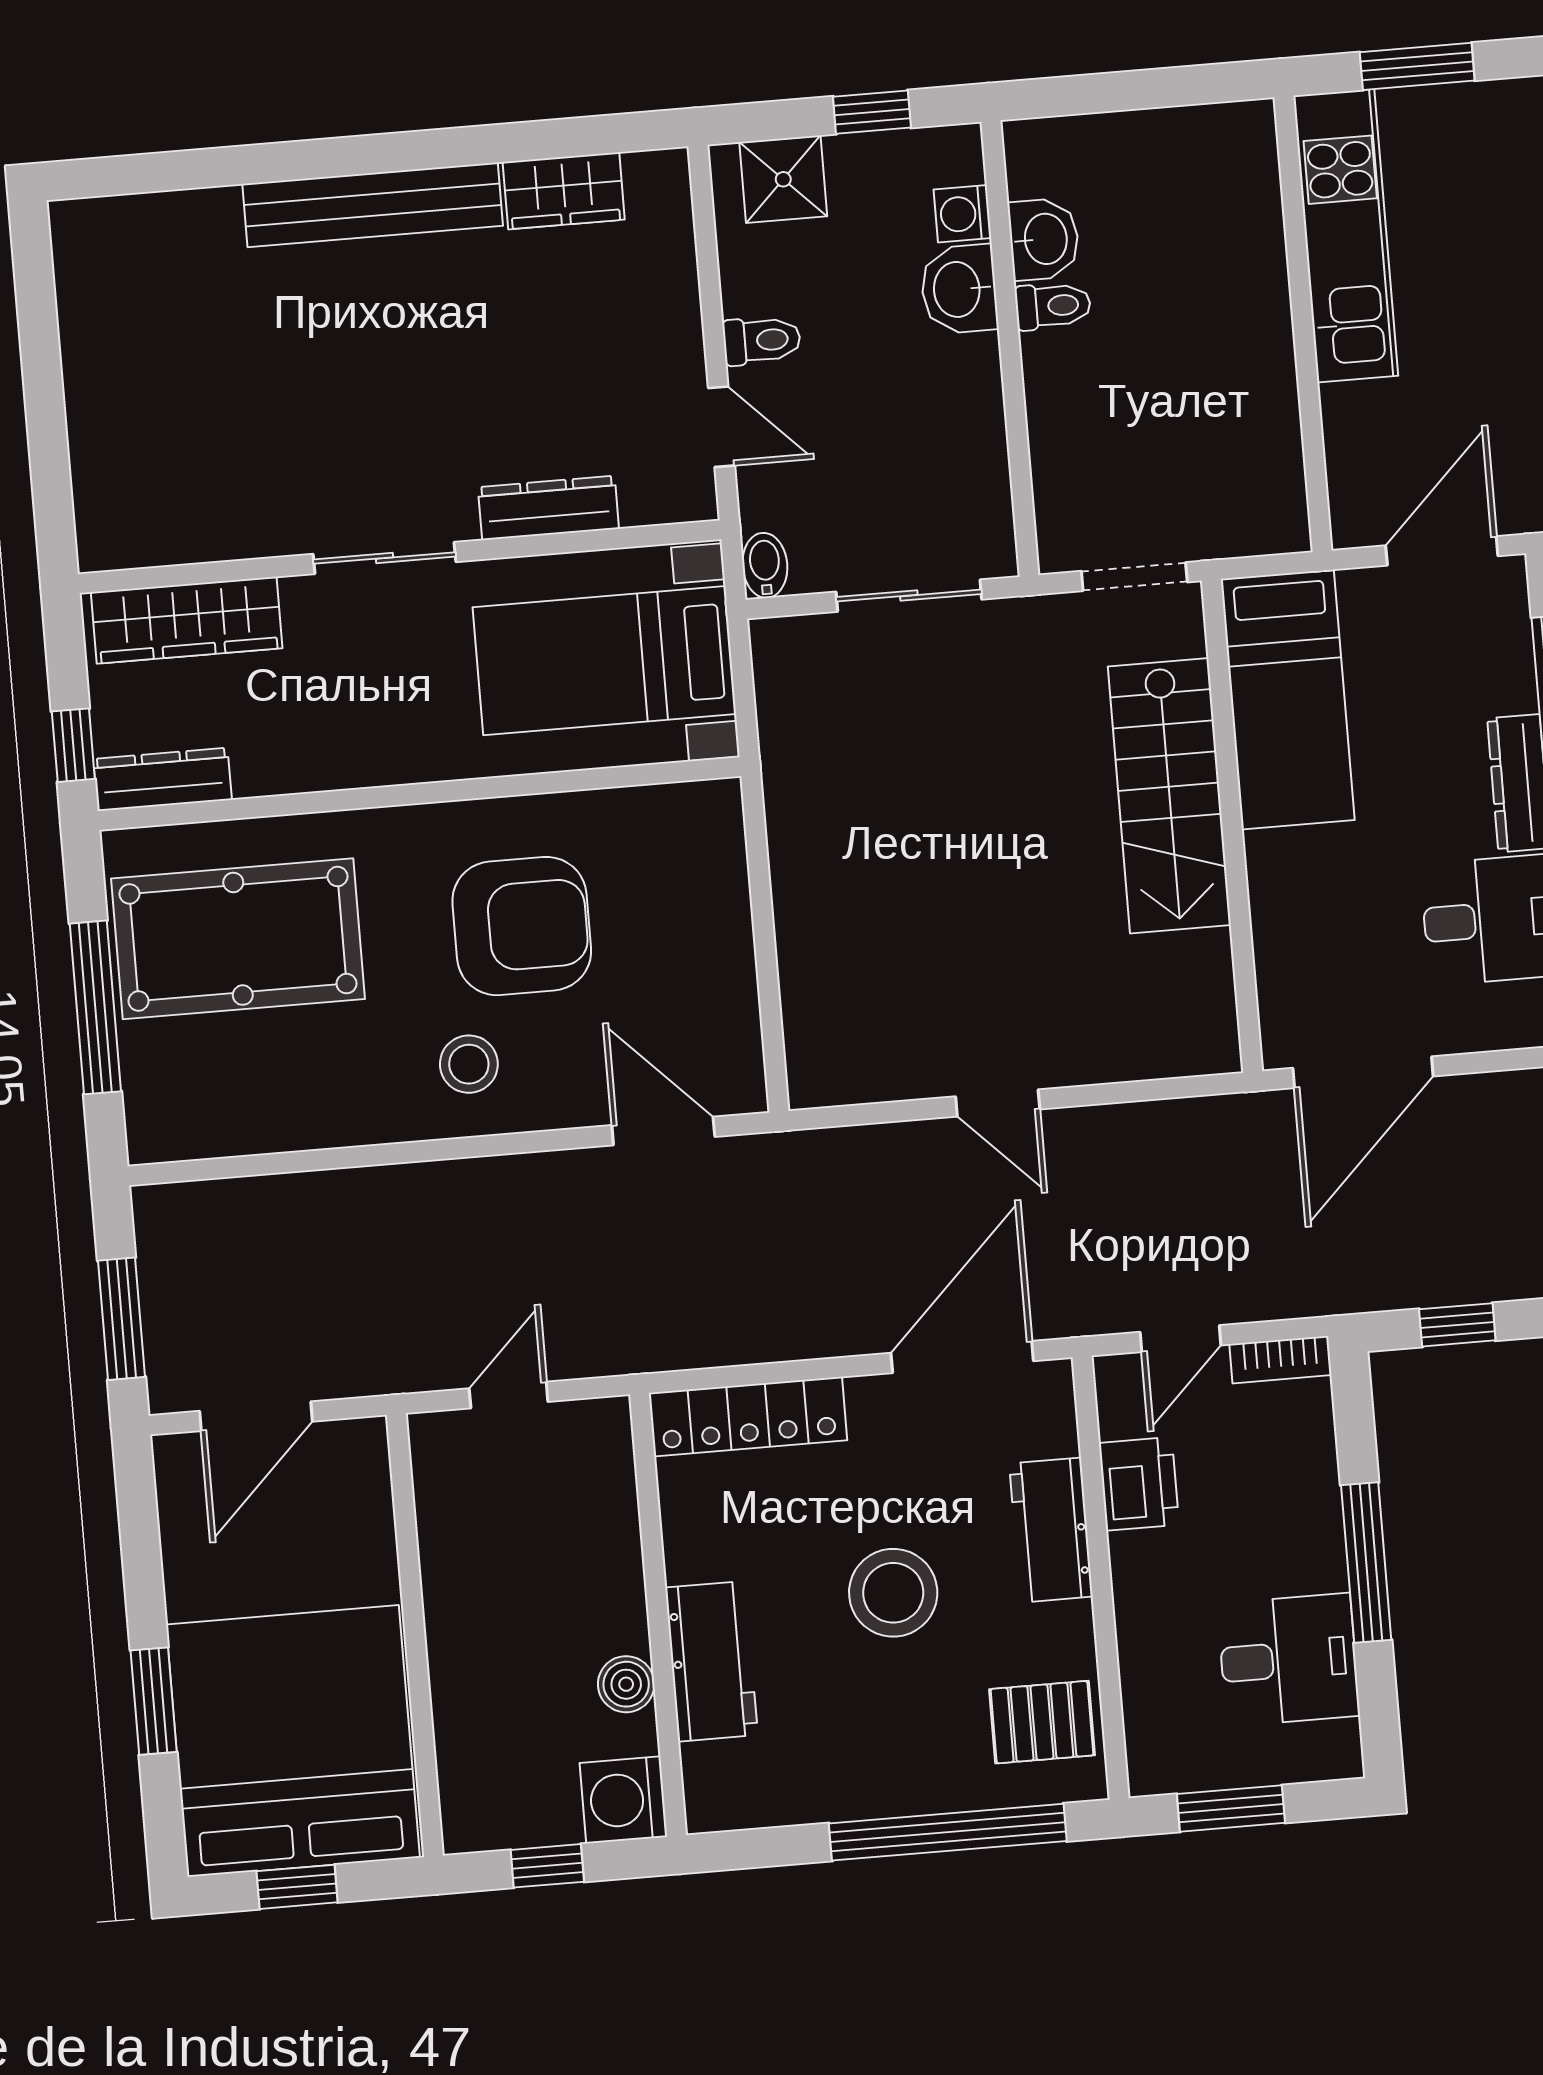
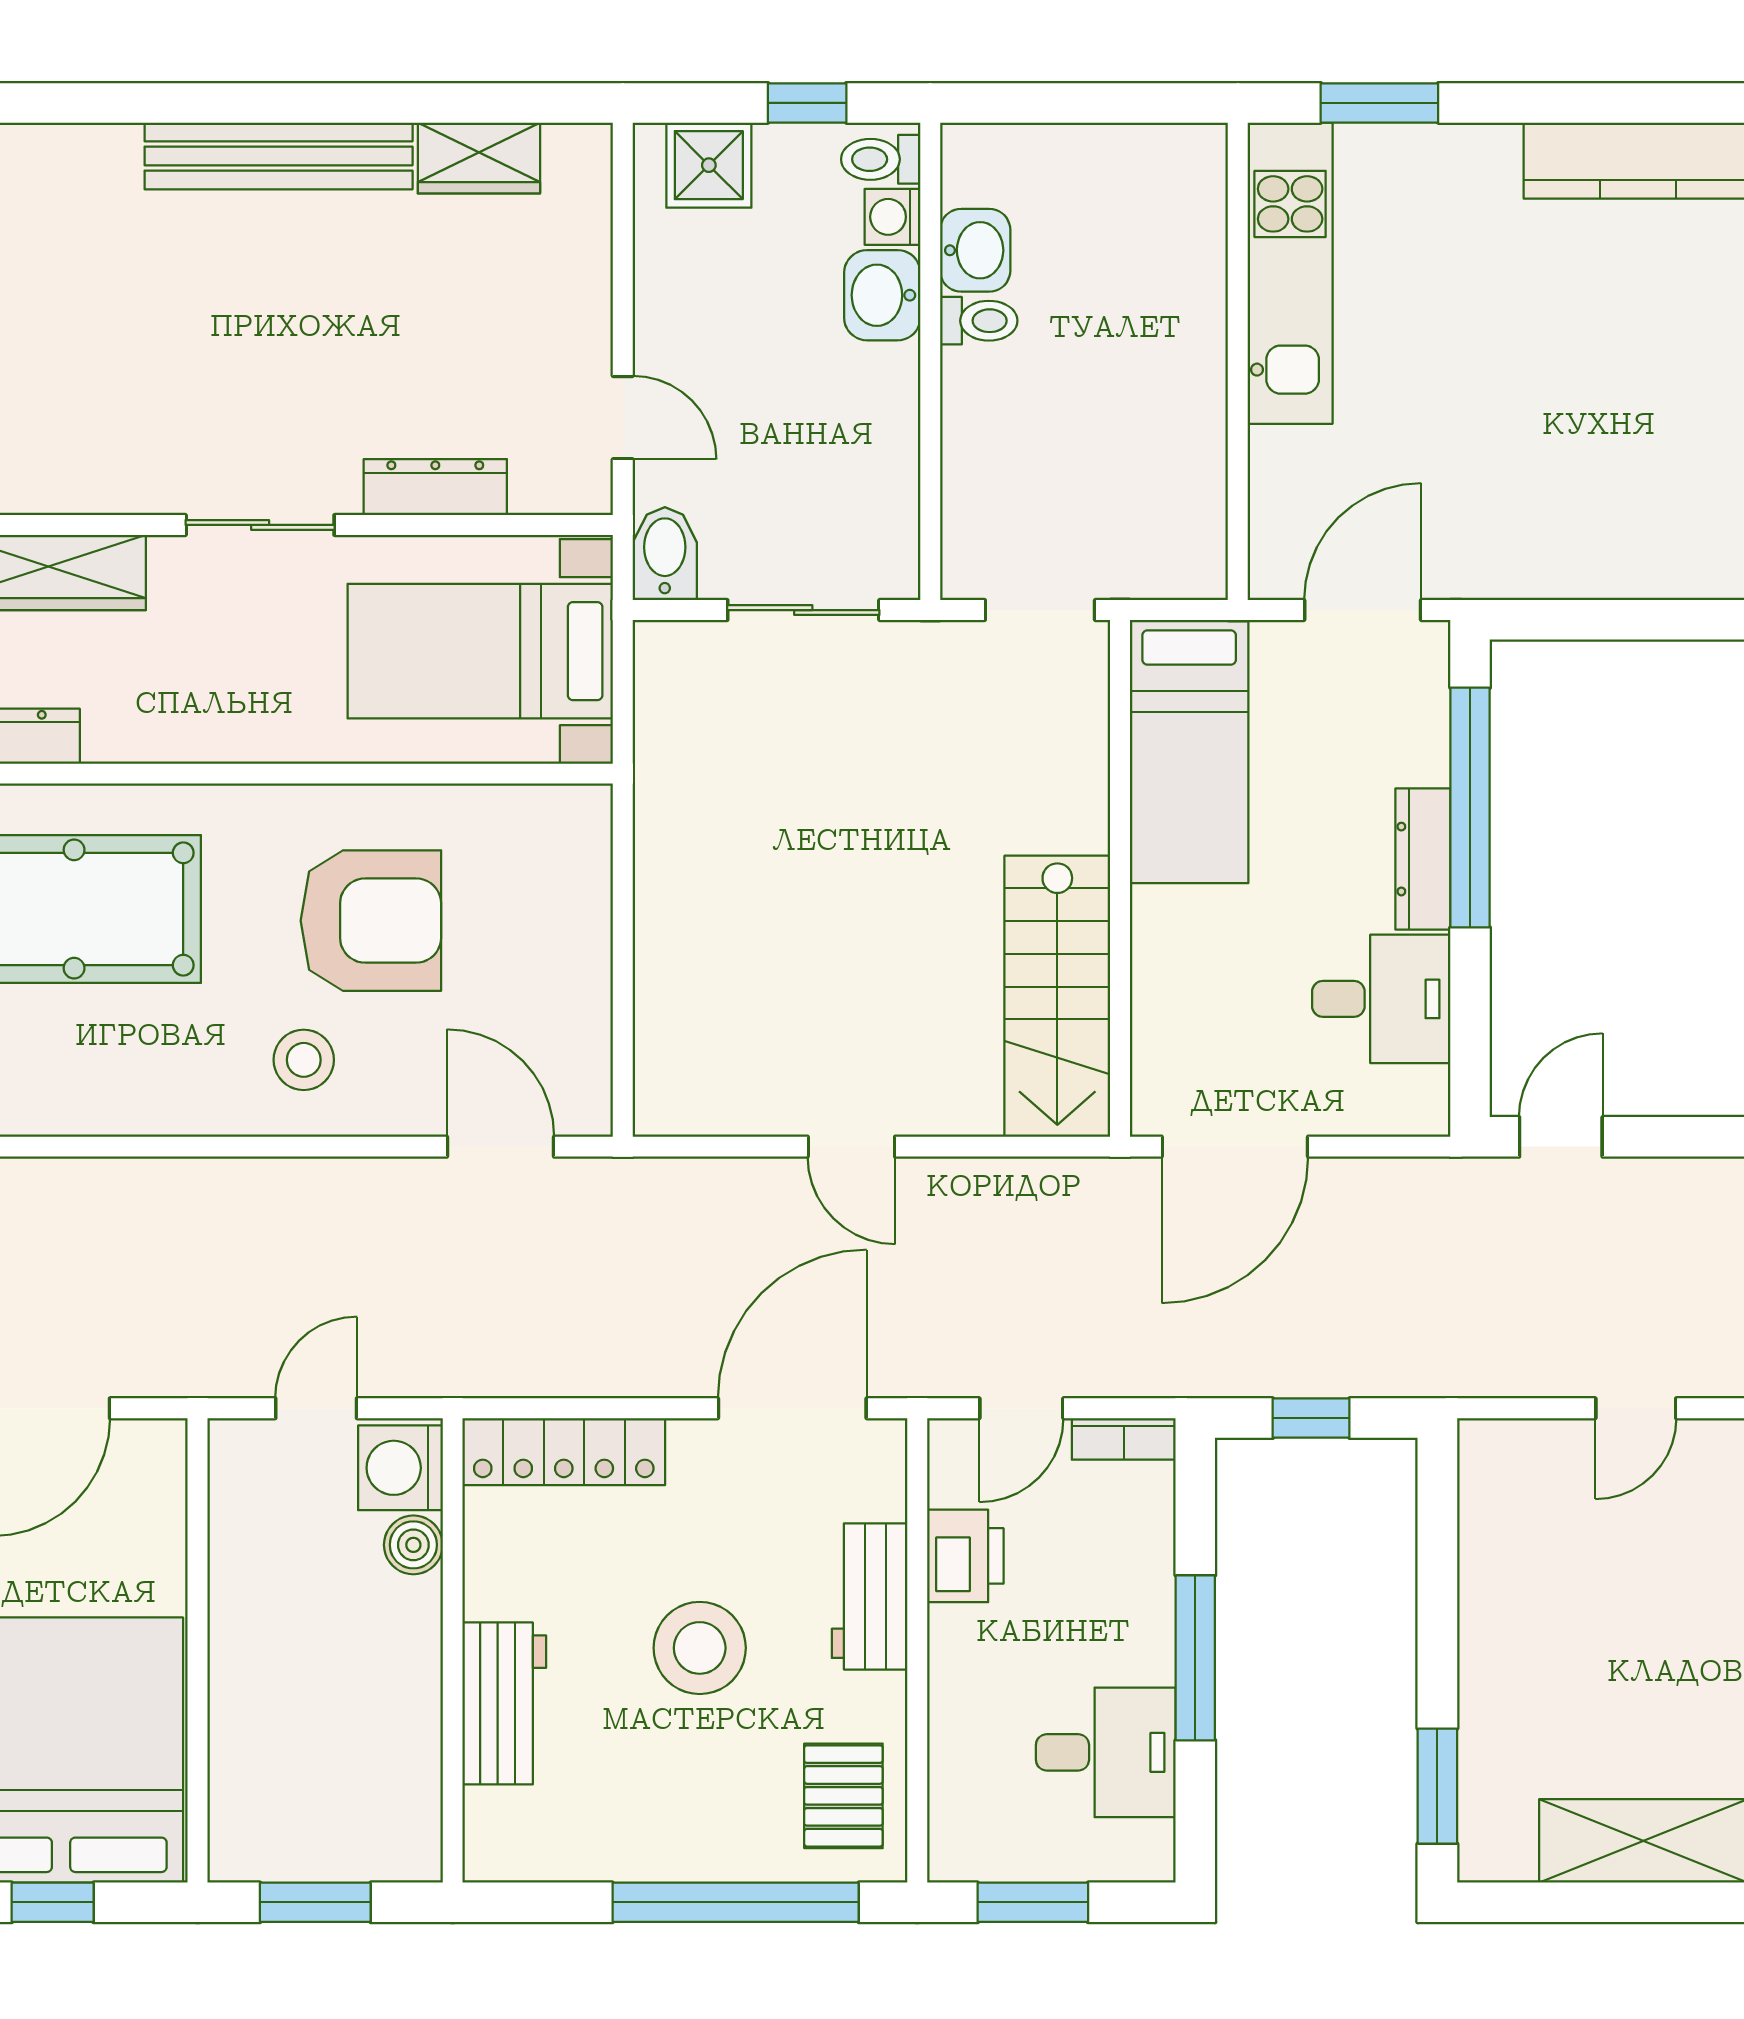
toilet: (762, 340) -> (881, 159), moved, turned 180
bidet: (765, 565) -> (665, 554), width x1.38, depth x1.36
stairs: (1169, 796) -> (1057, 996), moved
boiler: (626, 1684) -> (413, 1545), moved
pallet: (1042, 1722) -> (843, 1796), turned 90
washing machine: (623, 1800) -> (400, 1468), moved
window: (547, 1866) -> (315, 1902), width x1.50

